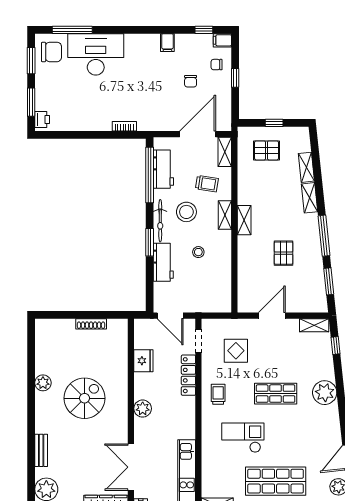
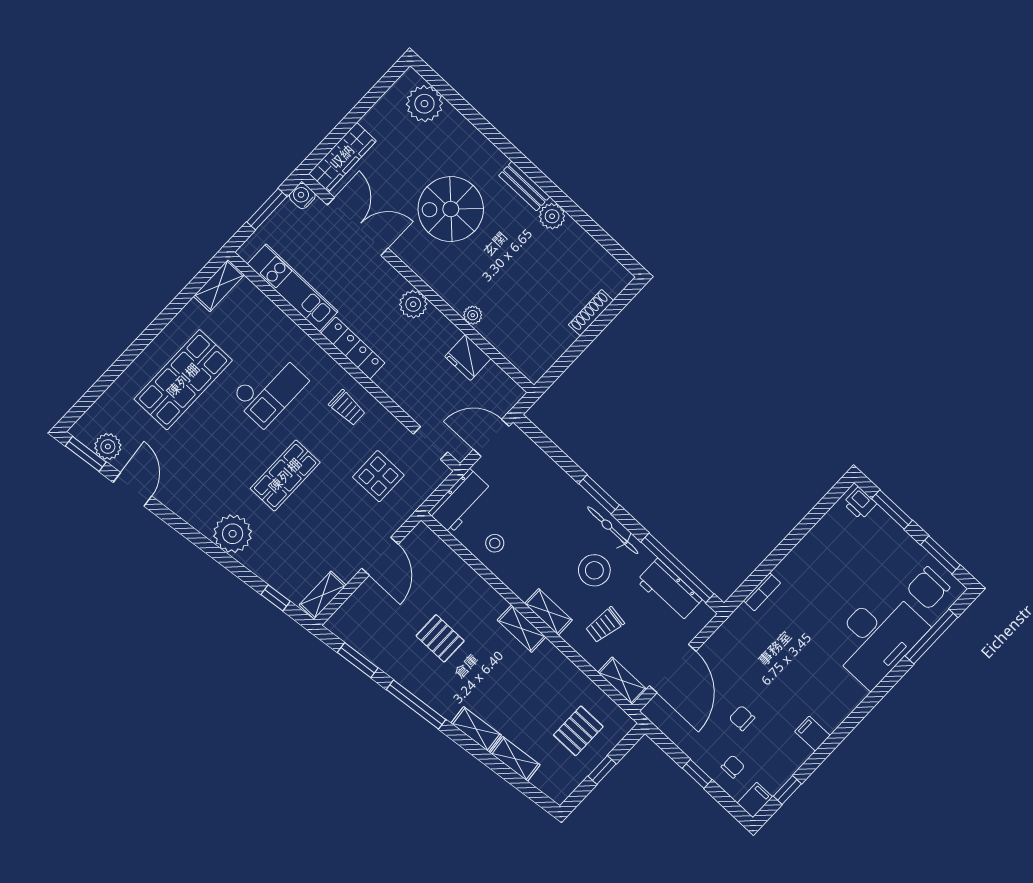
stool: (198, 252) -> (495, 543), moved
workbench: (163, 262) -> (460, 501), moved, turned -90
shoe rack: (91, 324) -> (591, 313), moved
locker: (188, 375) -> (353, 348), moved
plant: (122, 377) -> (473, 315), added
spiral stairs: (85, 398) -> (451, 209), moved, turned 90
bench: (41, 450) -> (524, 186), moved

